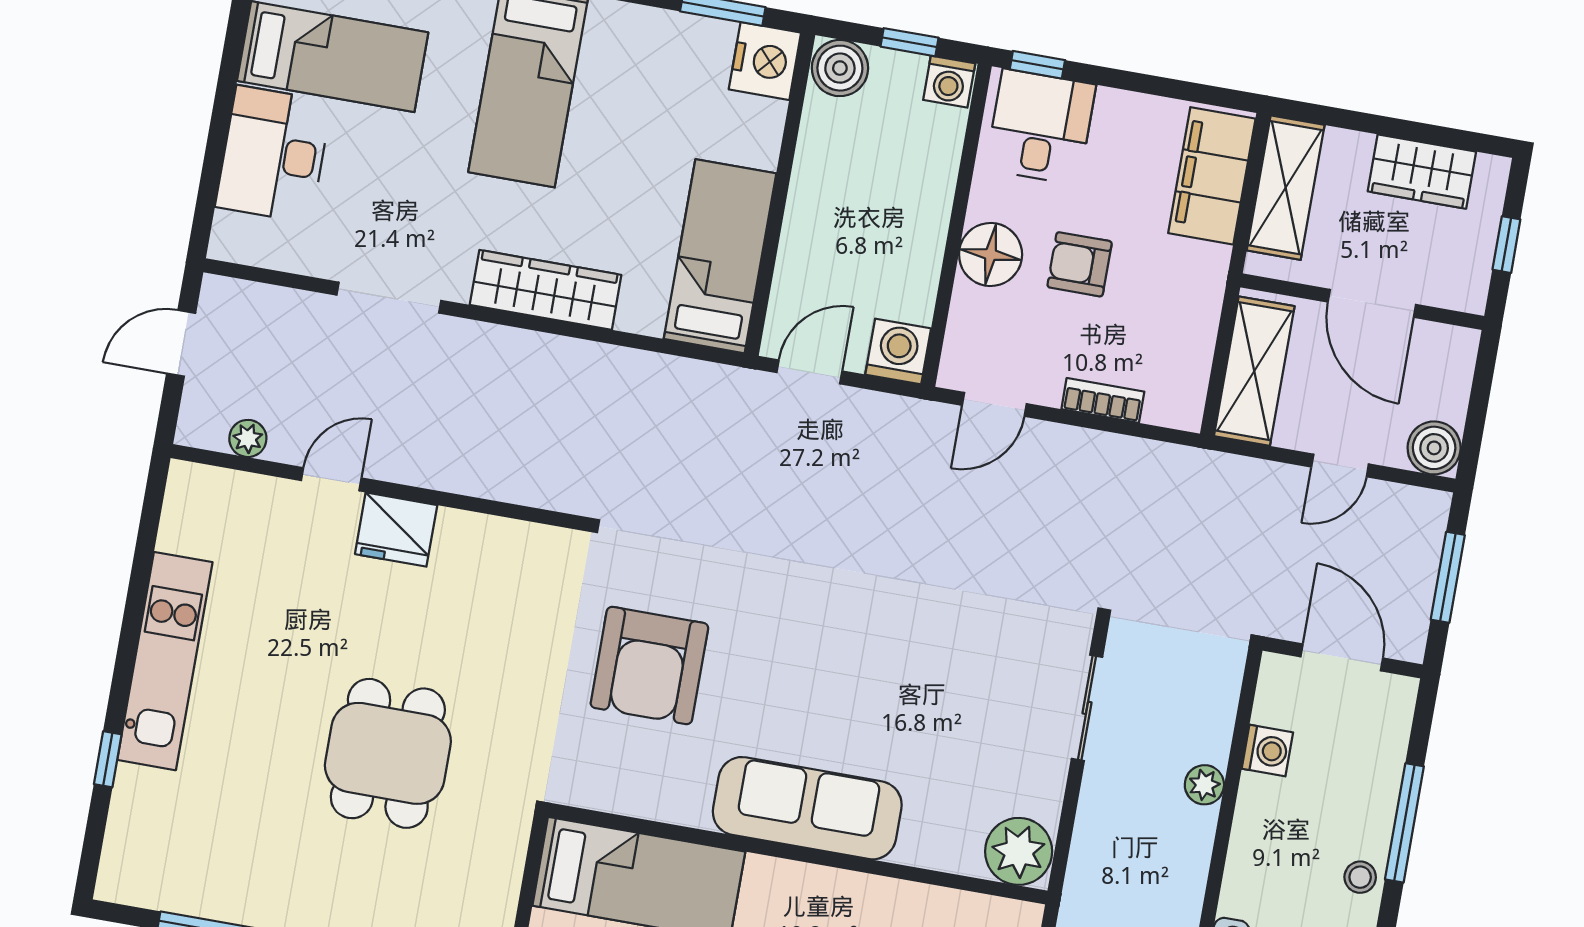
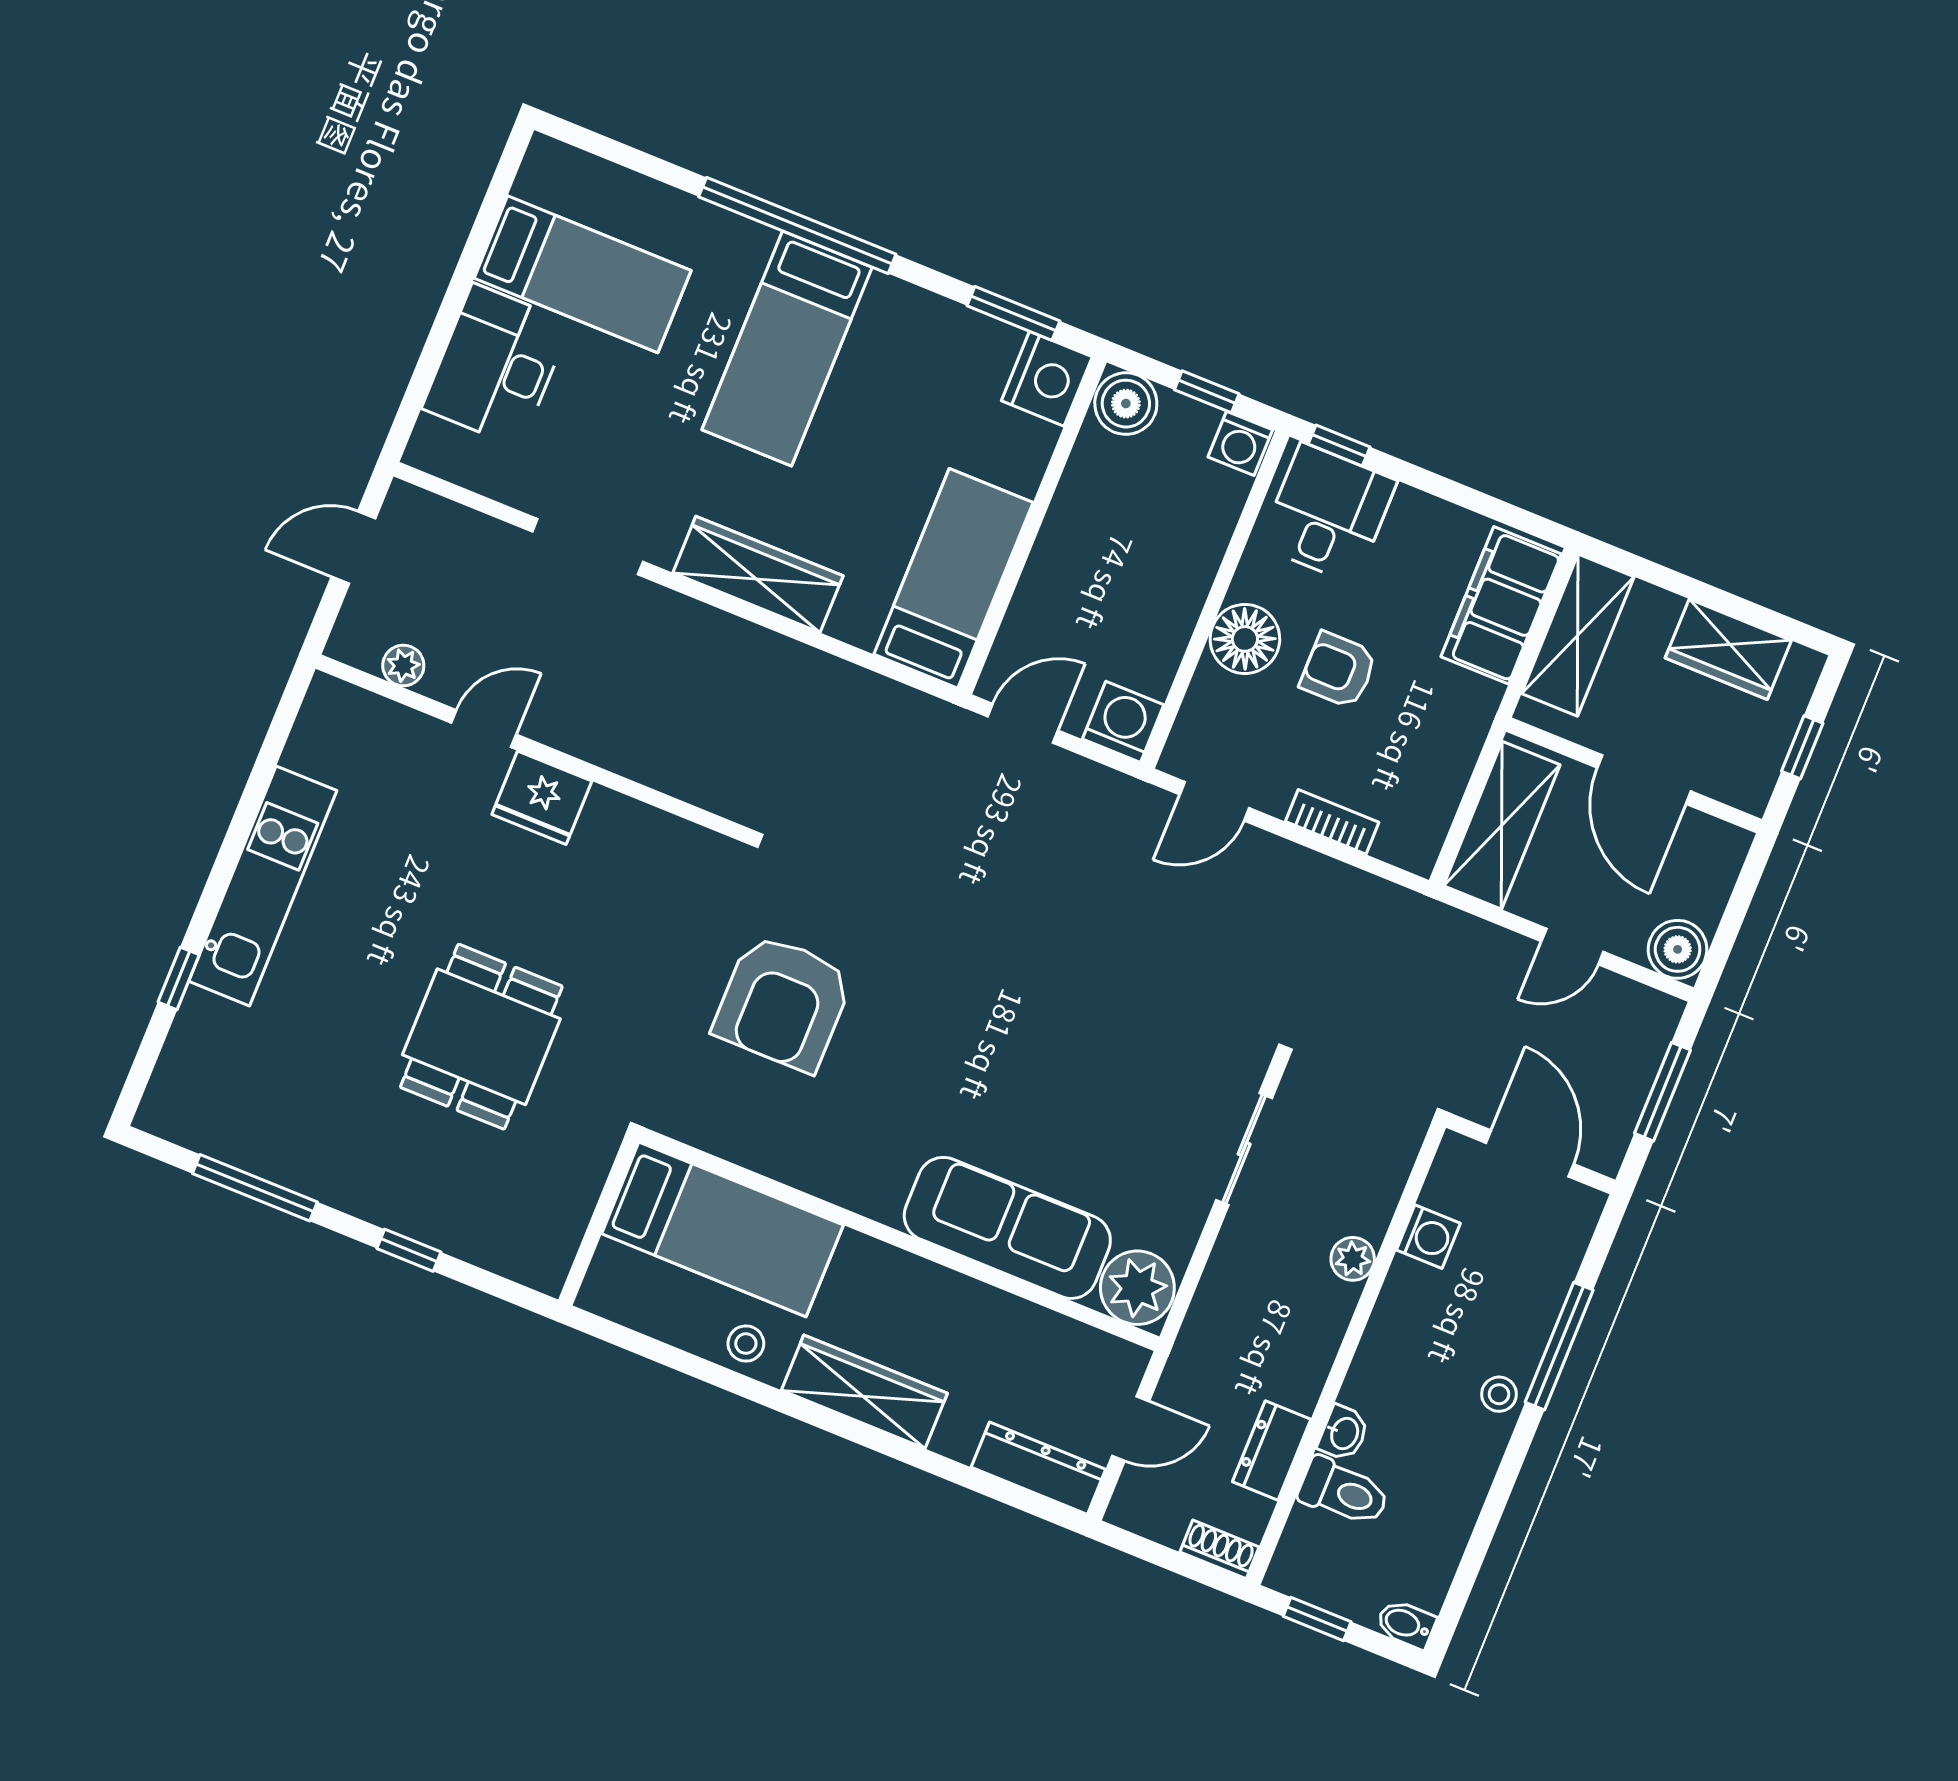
sofa: (807, 808) -> (1007, 1228), moved

